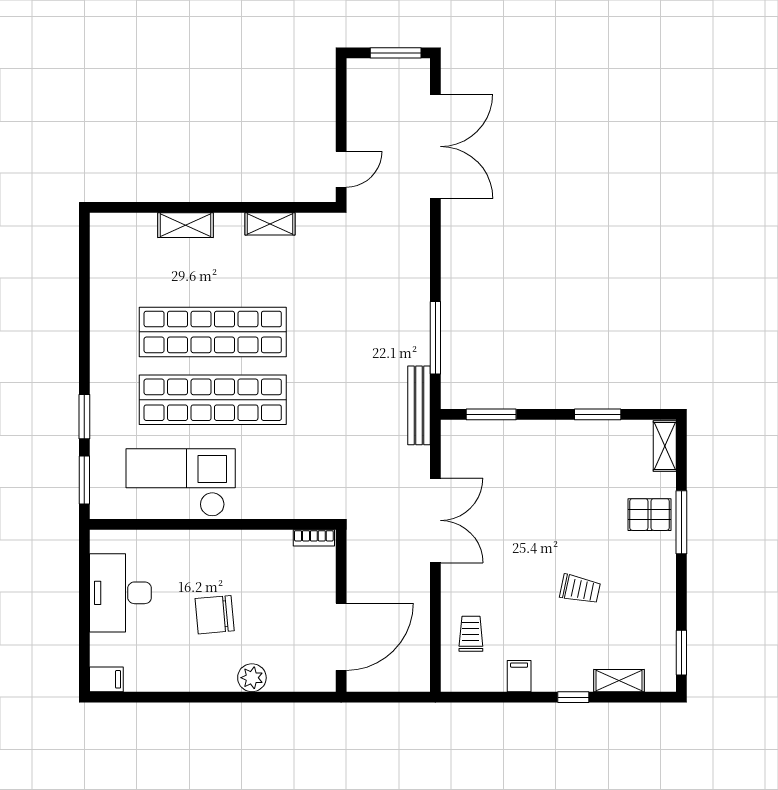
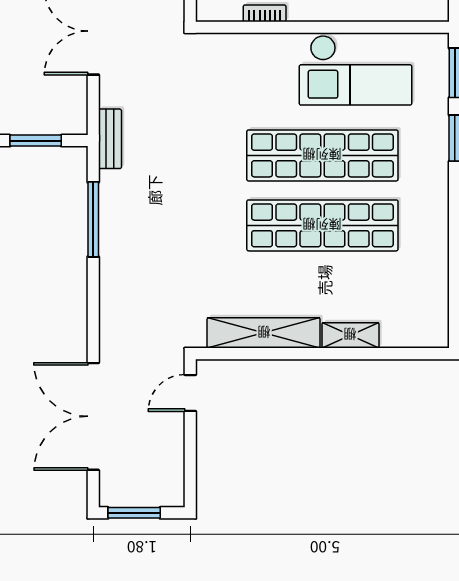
shelving: (270, 224) -> (264, 333), width x2.20, depth x1.33
bench: (419, 405) -> (110, 139), width x0.73
bookcase: (314, 538) -> (265, 13), moved

